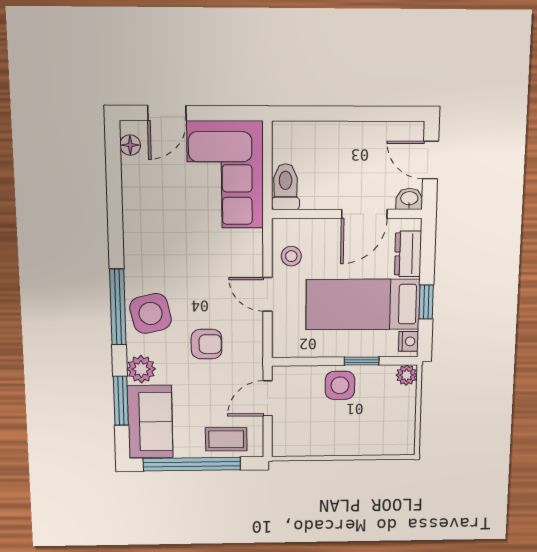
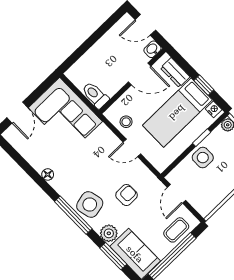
floor lamp: (130, 145) -> (48, 174), moved
door: (364, 214) -> (140, 74), hinge flipped

